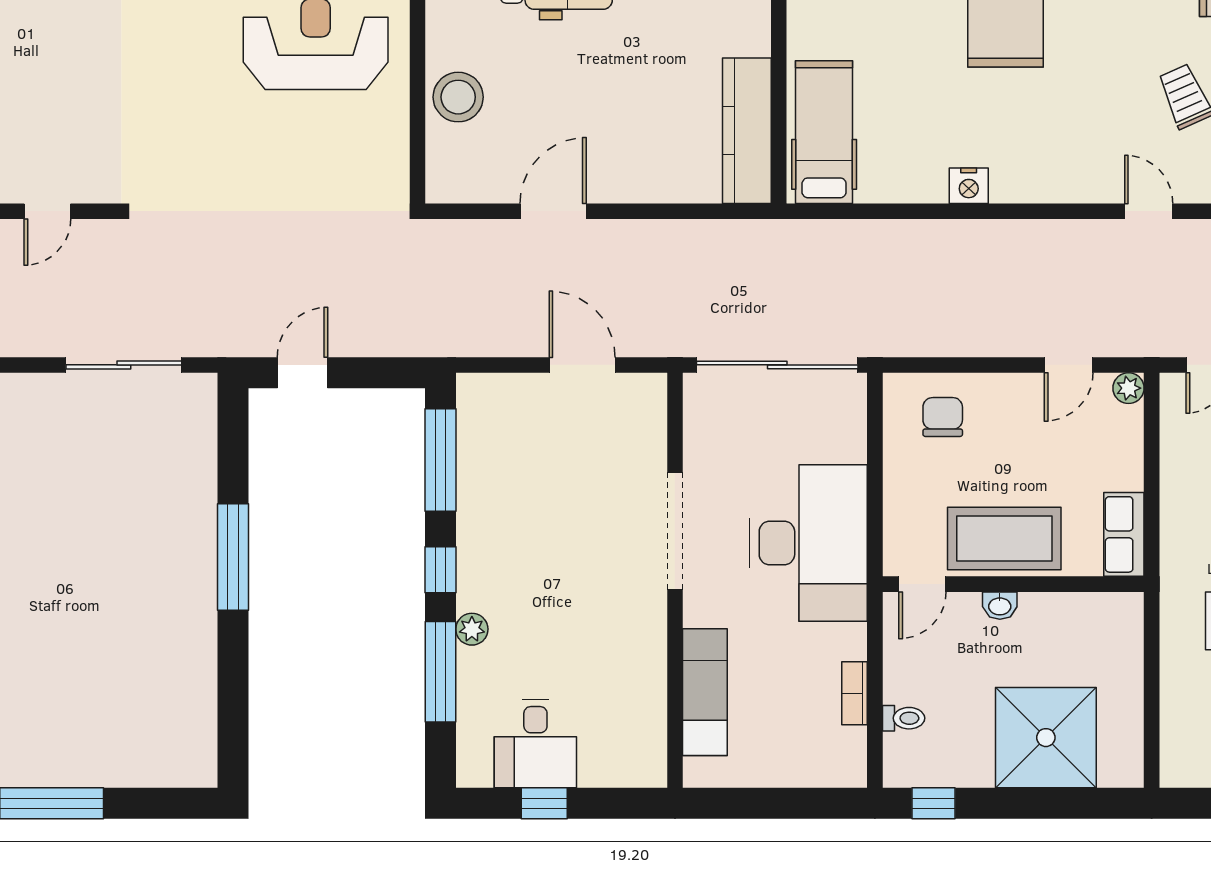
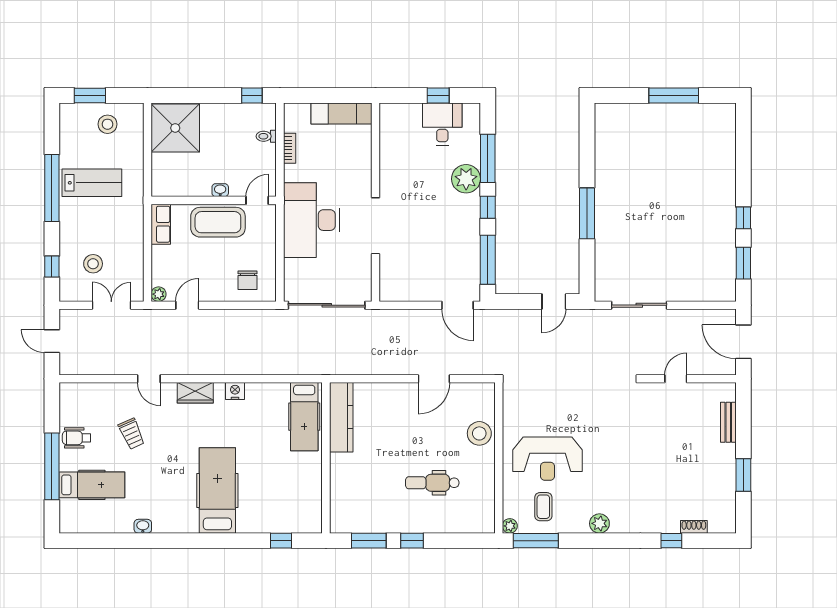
wardrobe: (1052, 182) -> (195, 393), added
door: (582, 365) -> (458, 305), moved
plant: (472, 629) -> (466, 179), width x1.87, depth x1.87
exam couch: (705, 692) -> (341, 114), moved, turned -90
shower: (1046, 738) -> (175, 128), moved

